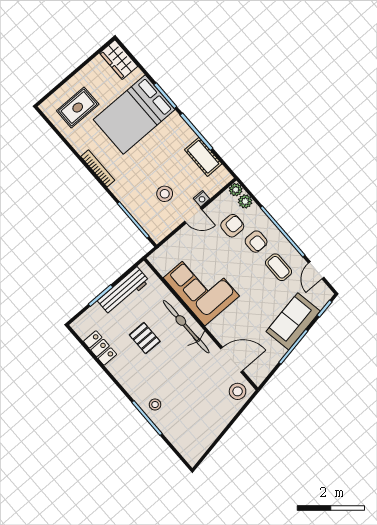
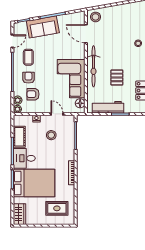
desk: (173, 135) -> (24, 158), added
door: (193, 215) -> (57, 114), moved
floor lamp: (163, 266) -> (80, 103), added

